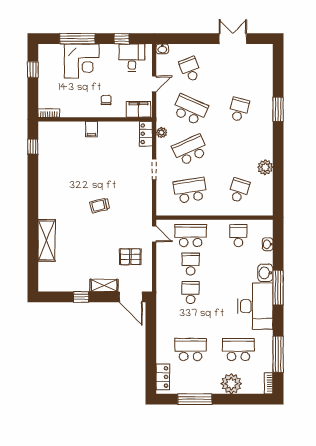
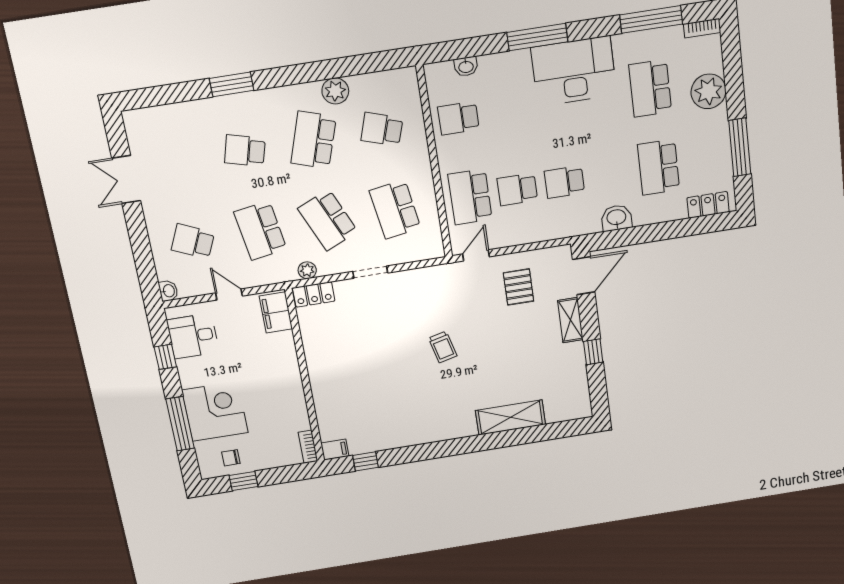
school desk: (190, 69) -> (193, 241), turned 45
chair: (106, 100) -> (231, 458), moved
school desk: (190, 110) -> (260, 231), turned -33
filing cabinet: (91, 129) -> (335, 450), moved
school desk: (239, 150) -> (314, 140), added
washbasin: (265, 273) -> (616, 218), moved, turned 180

